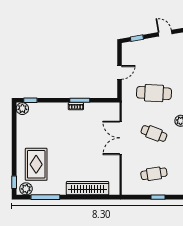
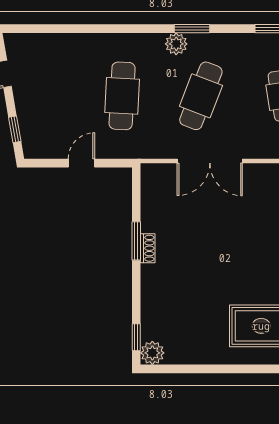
door: (120, 72) -> (81, 163), hinge flipped
cafe table: (154, 133) -> (201, 96), width x1.37, depth x1.35

